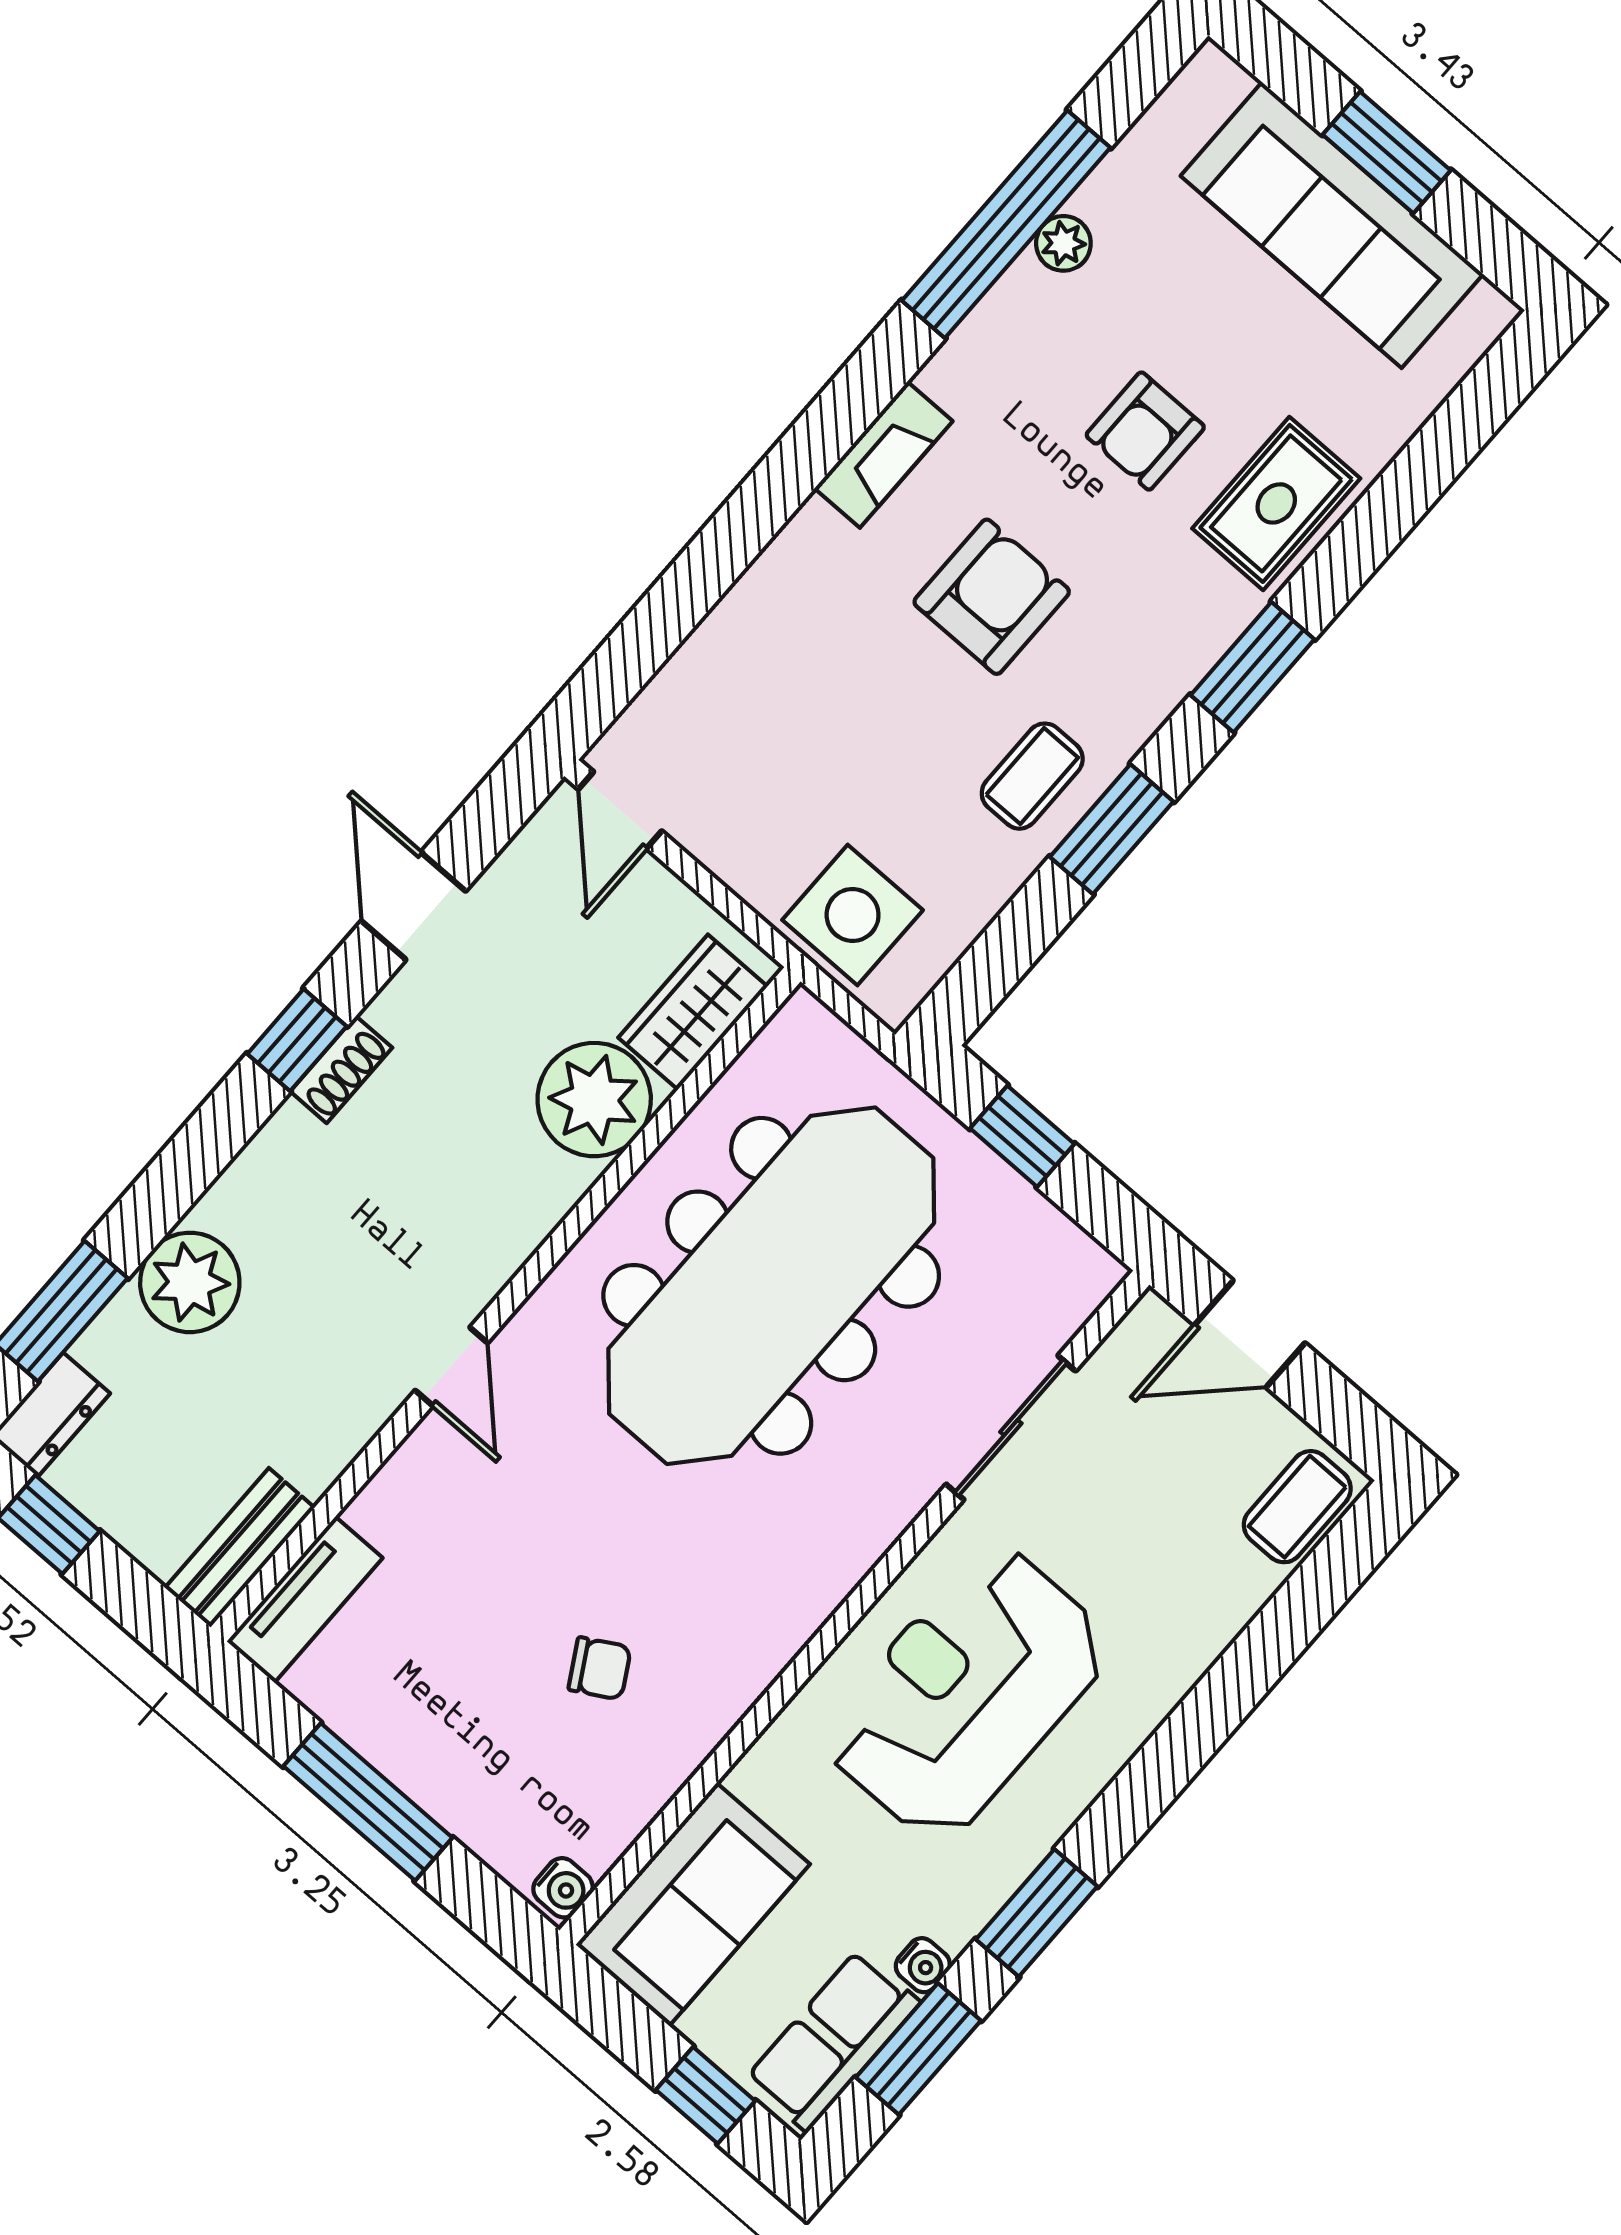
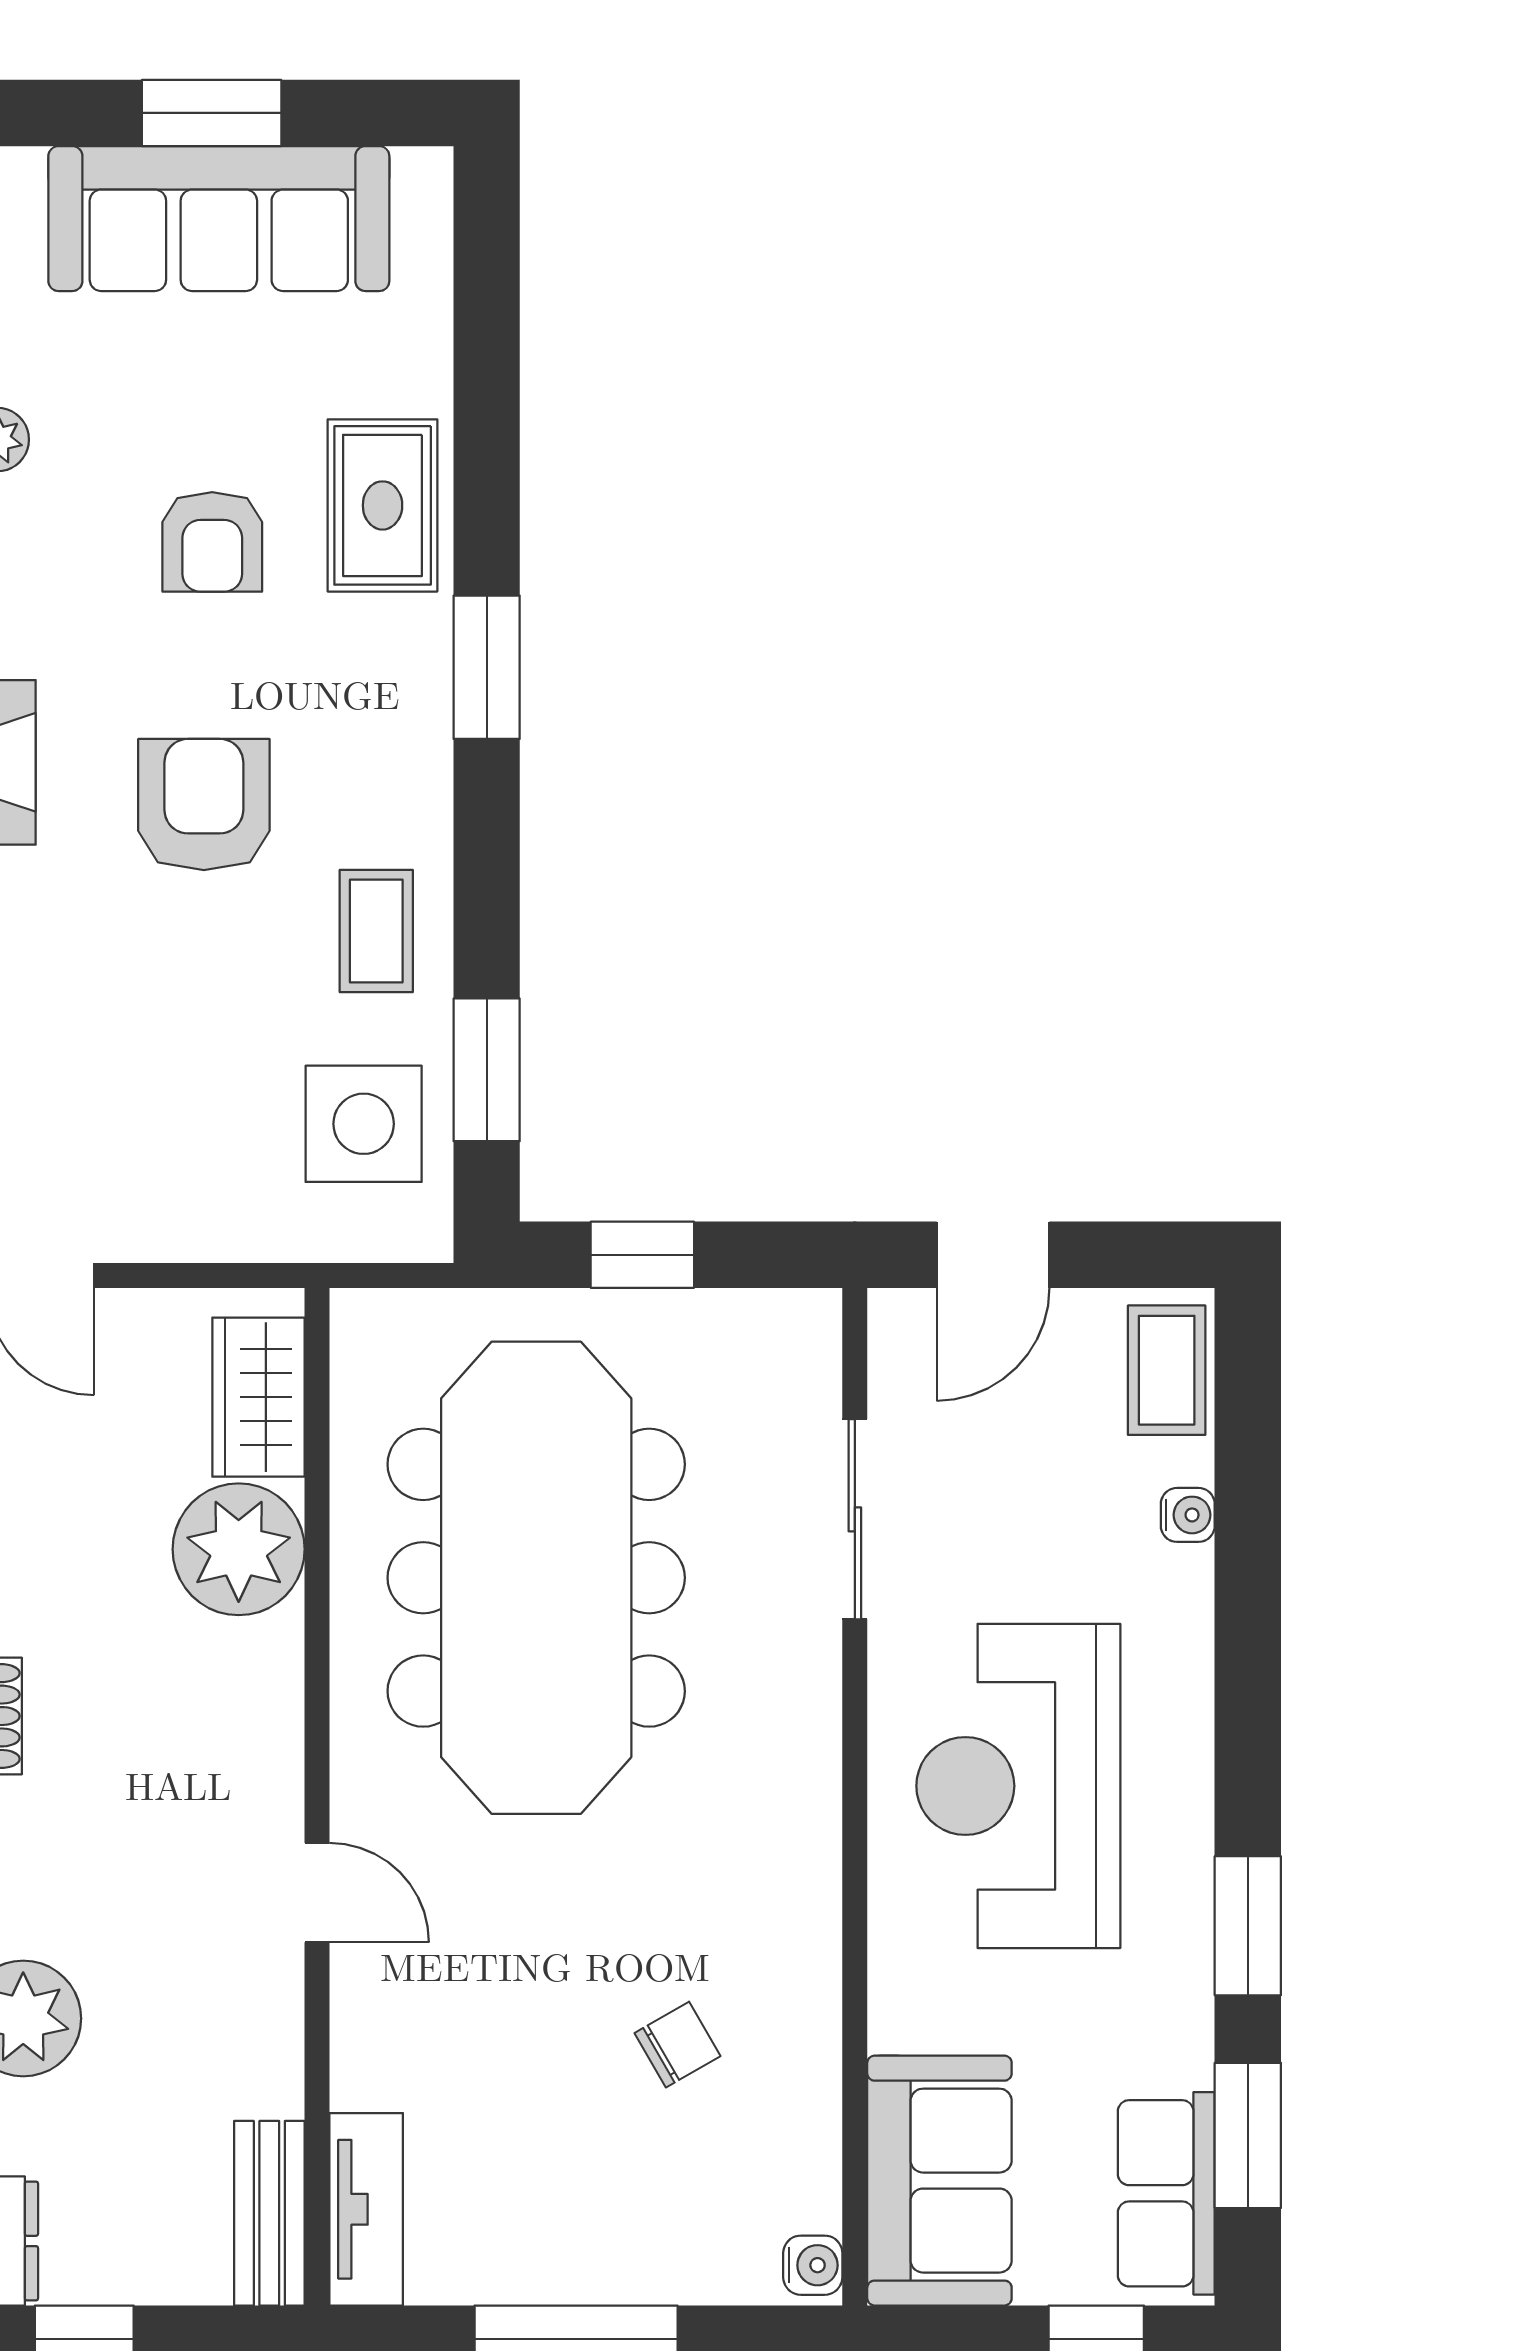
window: (1112, 829) -> (487, 1070), moved
side table: (853, 915) -> (364, 1124), moved
water cooler: (923, 1965) -> (1188, 1515), moved

